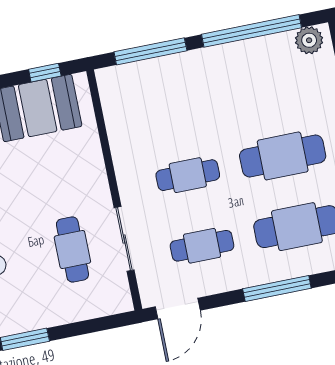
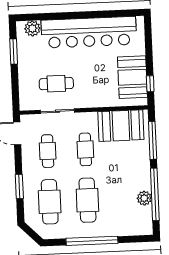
plant: (309, 40) -> (144, 198), moved
booth: (132, 115) -> (121, 126), added
window: (277, 288) -> (19, 186), width x0.69

